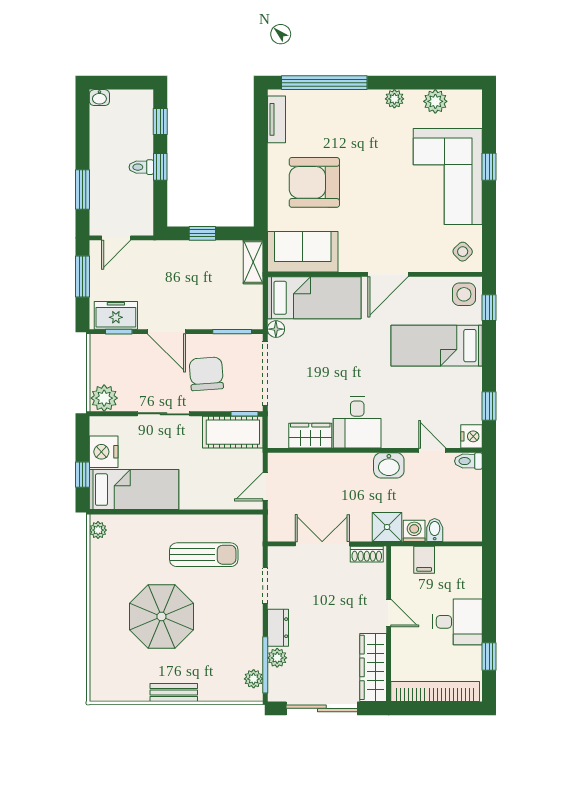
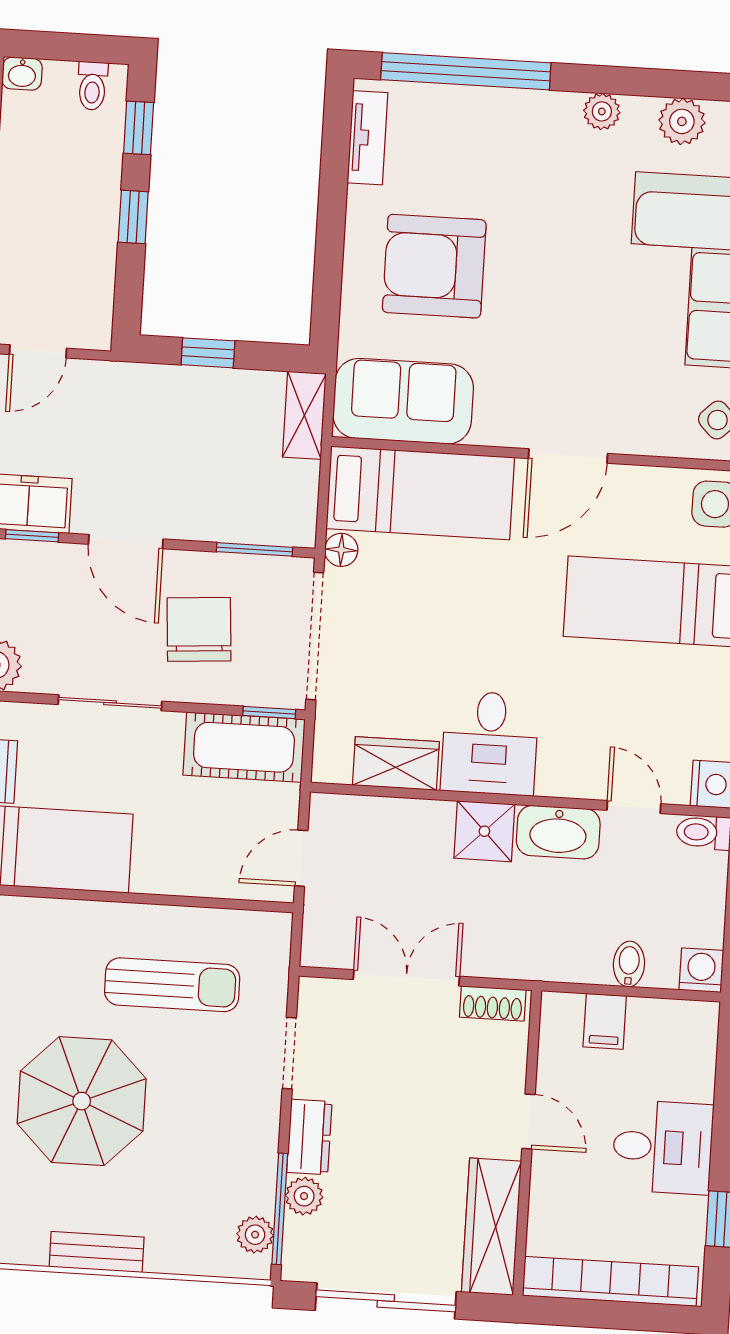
toilet: (141, 167) -> (92, 86), moved, turned -90
washbasin: (389, 465) -> (558, 832), width x1.38
shower: (387, 527) -> (484, 831), moved
washing machine: (414, 531) -> (701, 970), moved

